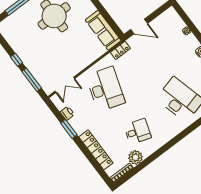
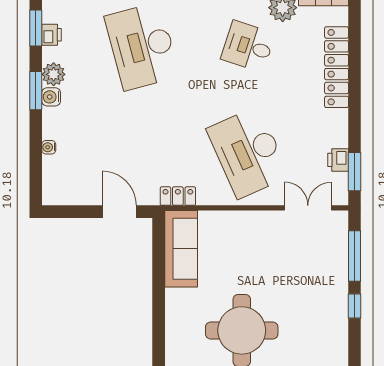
desk: (105, 89) -> (248, 152), turned -42
window: (69, 129) -> (354, 172), moved

